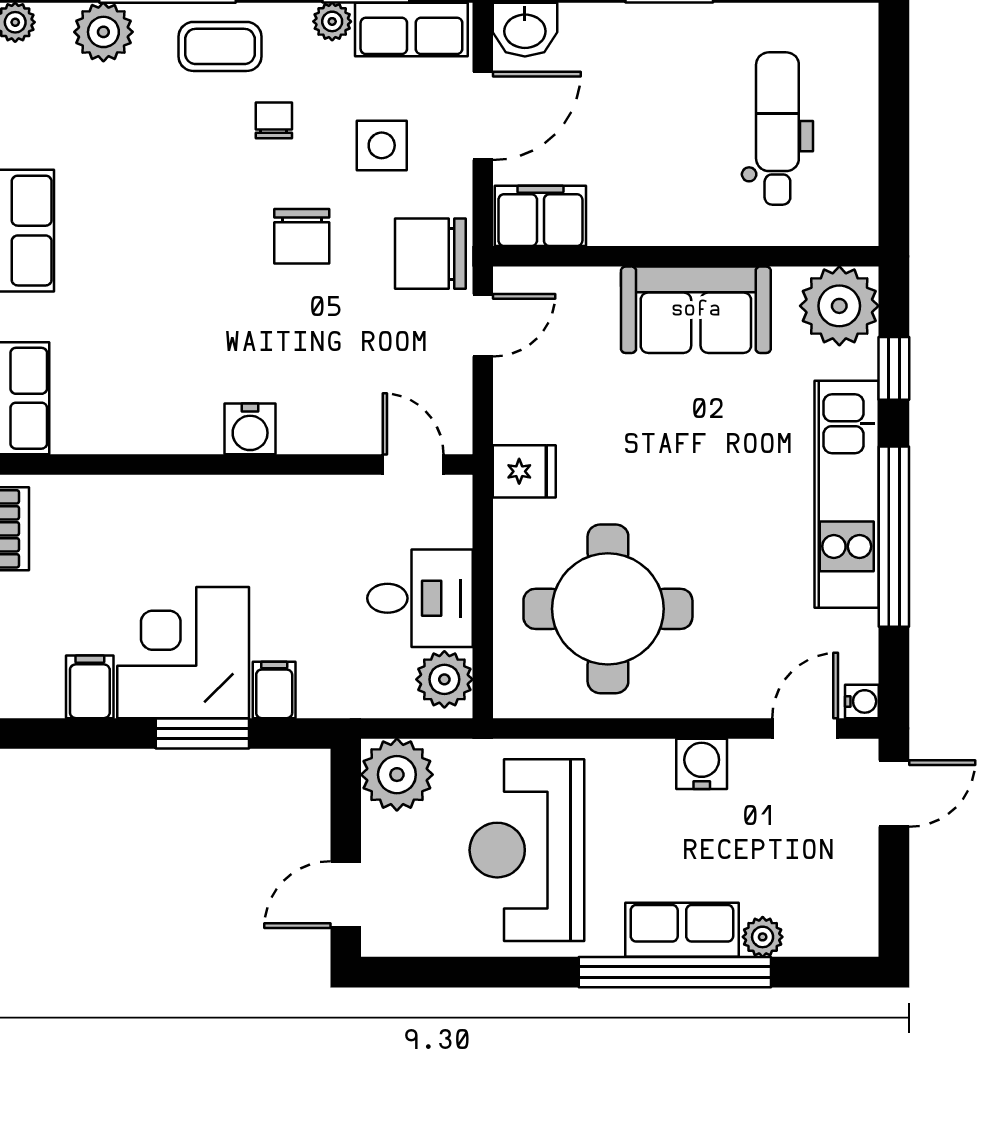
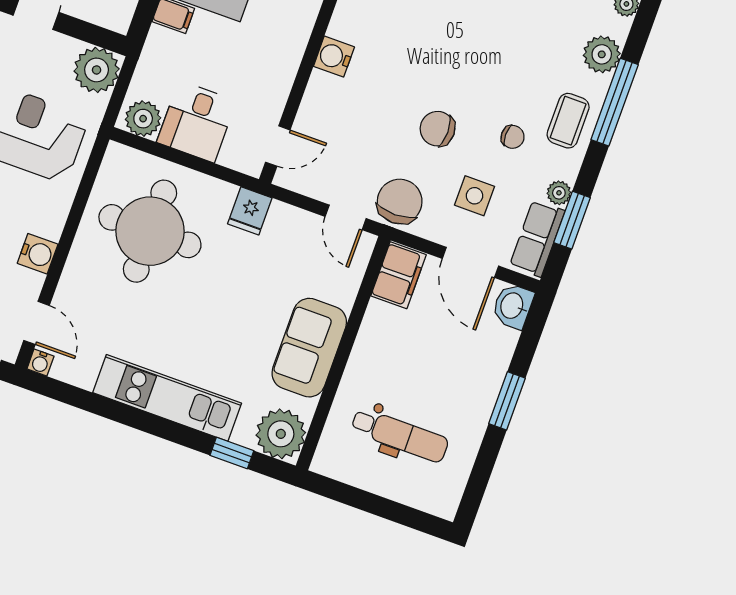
window: (894, 537) -> (132, 417), removed

